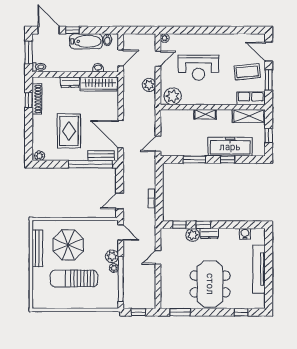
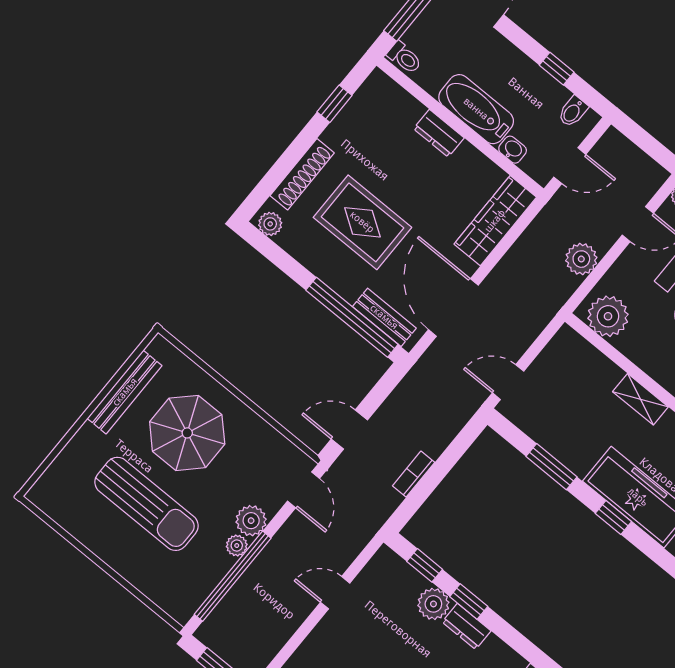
window: (73, 30) -> (557, 69), moved
bathtub: (86, 41) -> (476, 109), moved, turned 180
wardrobe: (99, 84) -> (495, 221), moved, turned 90
shoe rack: (37, 99) -> (302, 174), moved
rug: (69, 131) -> (362, 222), turned 90
sun lounger: (74, 278) -> (147, 504), turned 180

